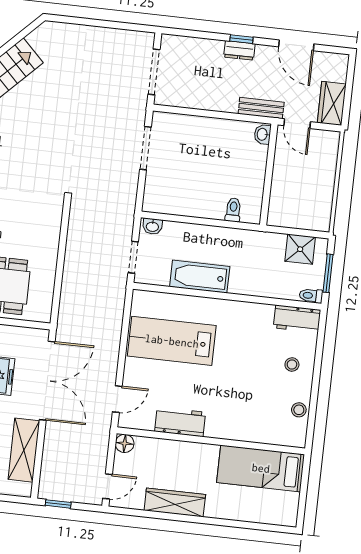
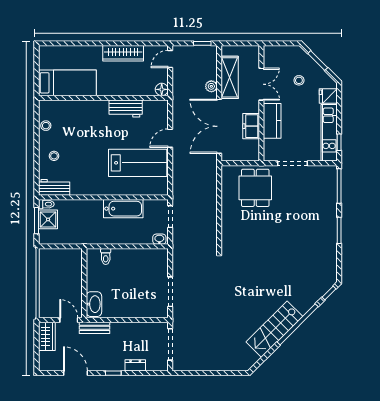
dresser: (239, 50) -> (135, 365), moved
washbasin: (263, 134) -> (94, 304), width x1.91, depth x1.45
shower: (300, 249) -> (48, 219), moved
door: (117, 399) -> (170, 138), moved
plant: (52, 440) -> (211, 86), added

